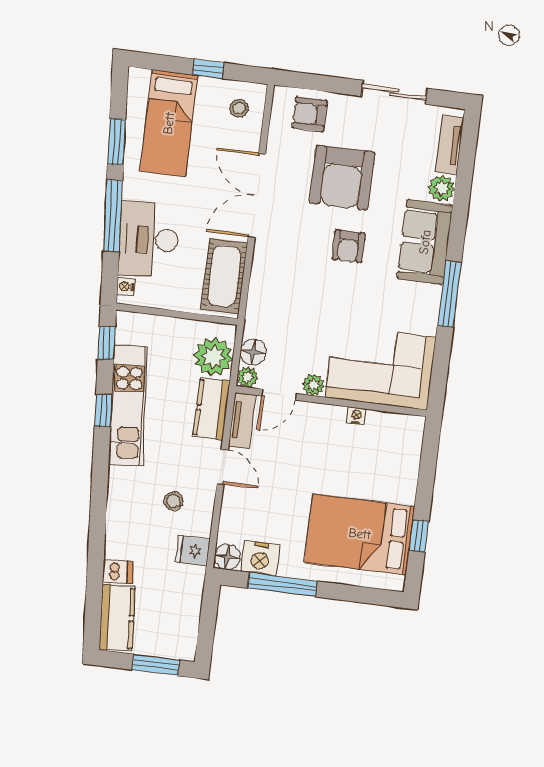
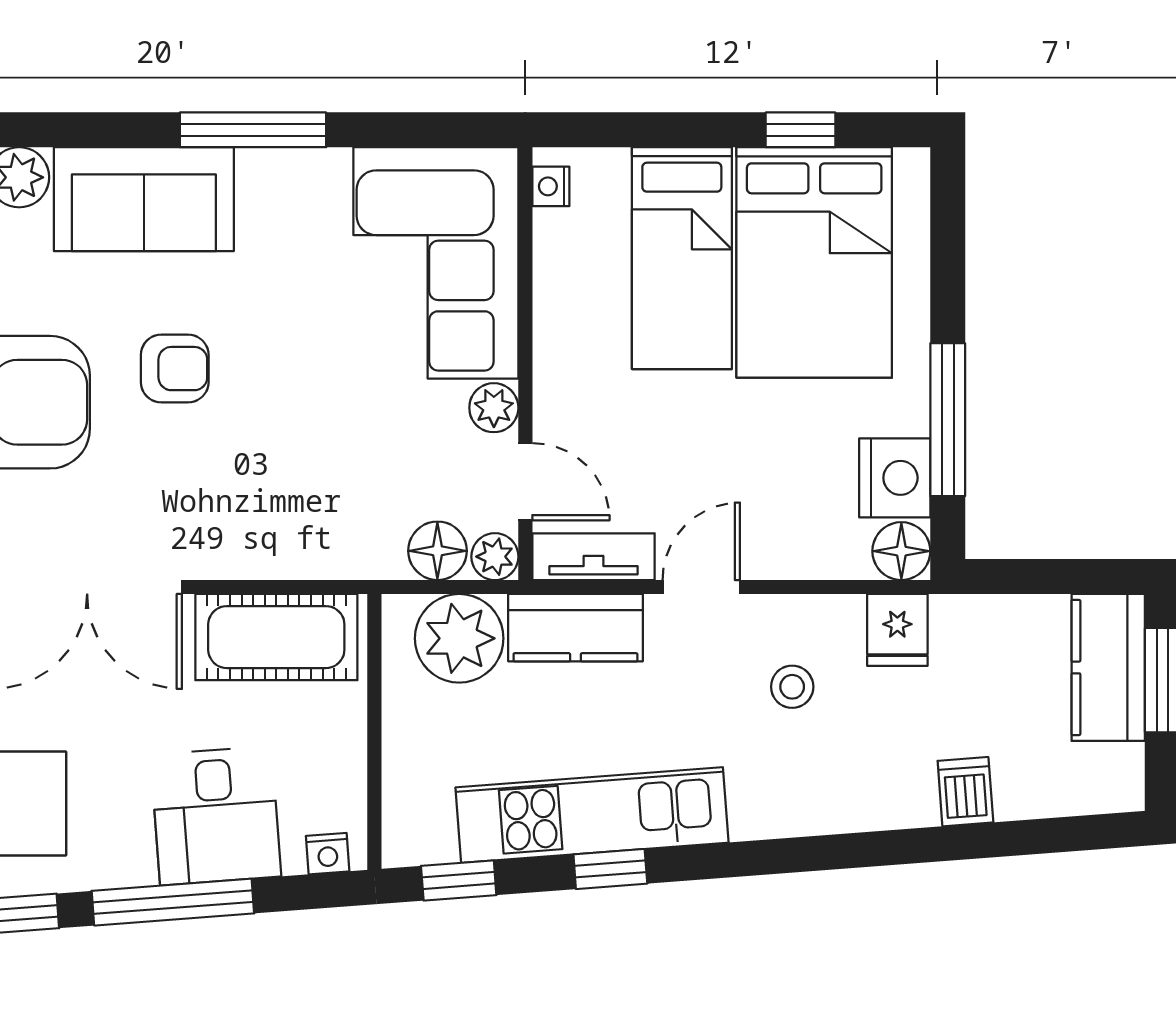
desk: (149, 239) -> (216, 816), width x0.73
nightstand: (356, 416) -> (551, 186), moved
bed: (369, 476) -> (682, 258), added
kitchen counter: (117, 618) -> (1108, 667), moved, turned -86

